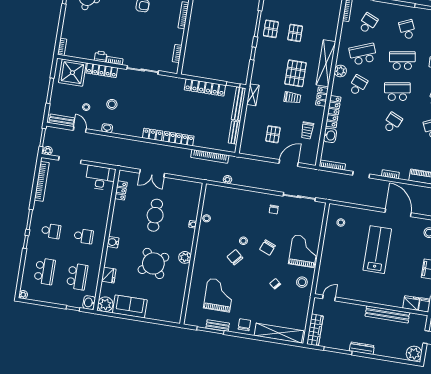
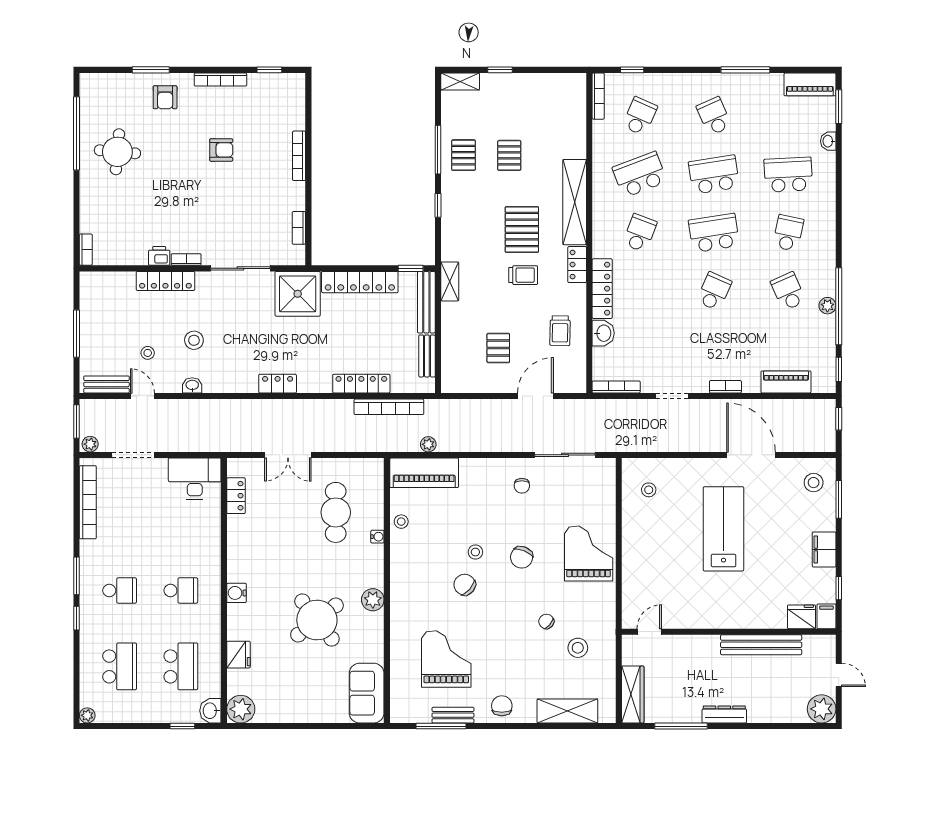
plant: (340, 71) -> (603, 212), removed
shower: (72, 73) -> (298, 294), moved
locker: (179, 139) -> (361, 384), moved
piano: (223, 194) -> (424, 473), added
cafe table: (155, 215) -> (336, 512), moved
stool: (302, 282) -> (578, 648), moved
sofa: (130, 306) -> (367, 693), moved, turned -90
shelving: (279, 333) -> (567, 711), width x0.68

